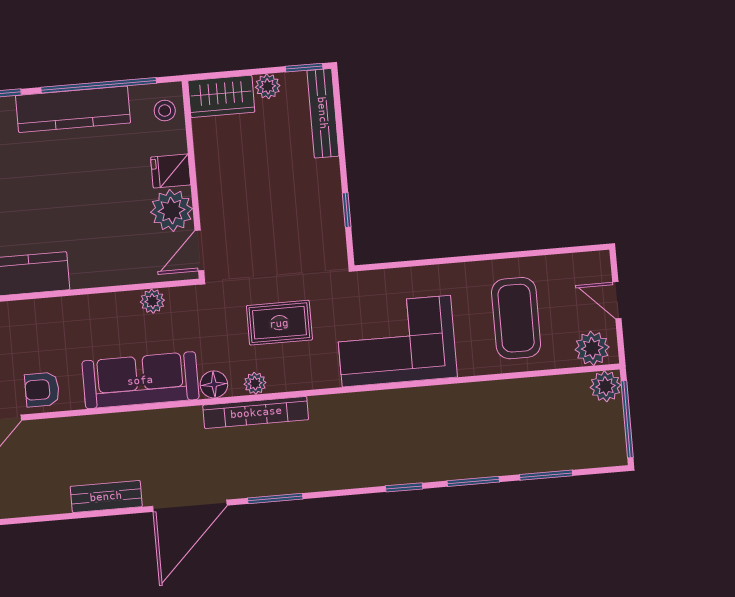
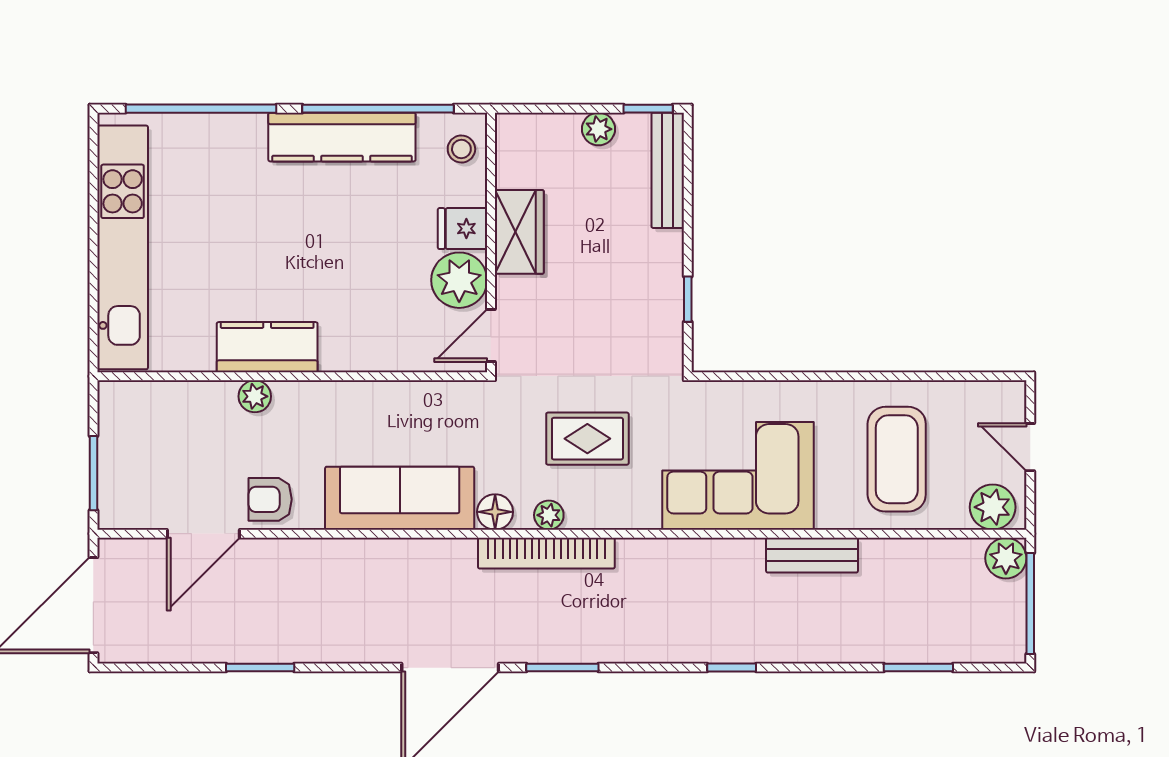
wardrobe: (221, 96) -> (519, 232), moved, turned -90
plant: (152, 301) -> (255, 396), moved
window: (473, 481) -> (260, 668), moved
bench: (106, 496) -> (812, 555), moved

